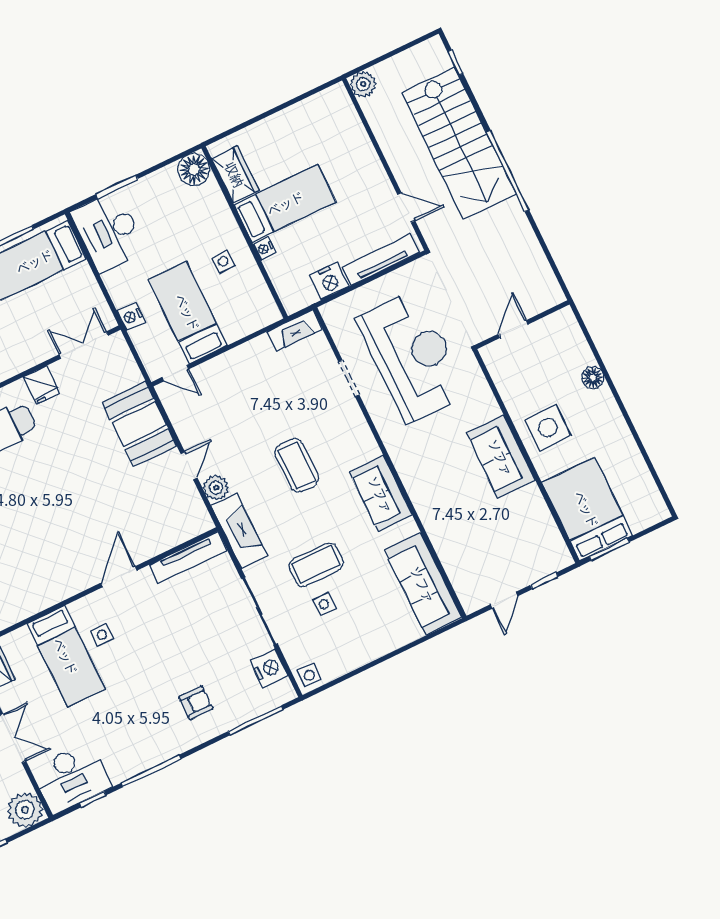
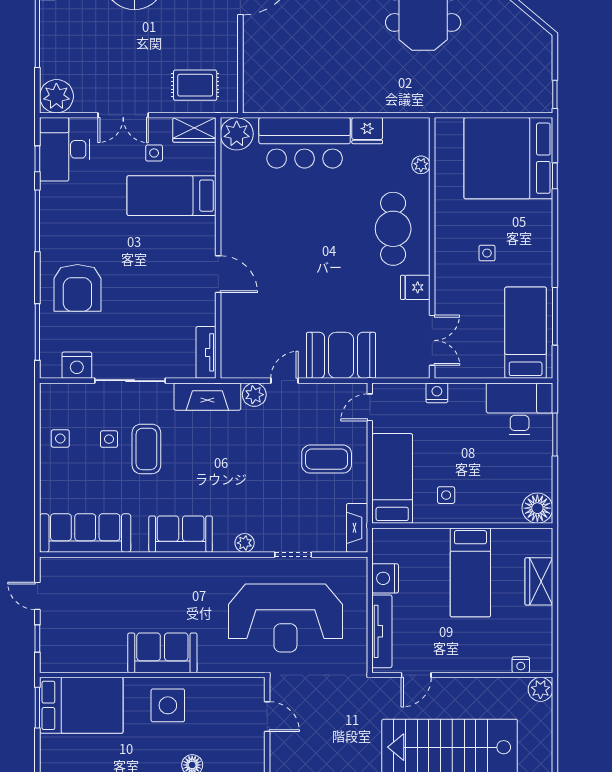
wardrobe: (235, 174) -> (539, 581), moved, turned 90
nightstand: (264, 249) -> (521, 665), moved, turned 180
bed: (188, 312) -> (392, 478), moved, turned -90
plant: (360, 429) -> (245, 543), added
coffee table: (297, 465) -> (327, 459), moved
door: (189, 466) -> (284, 381), swing flipped
tv unit: (188, 557) -> (206, 352), width x0.71
side table: (102, 635) -> (154, 153), moved
side table: (309, 675) -> (60, 439), moved
armchair: (196, 703) -> (77, 288), width x1.88, depth x1.88

